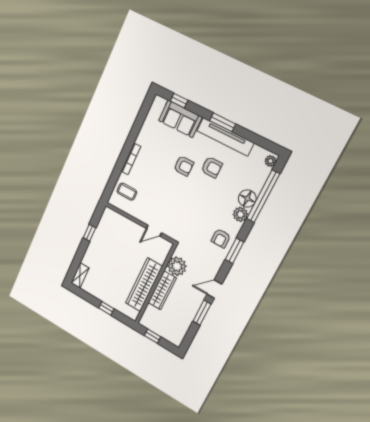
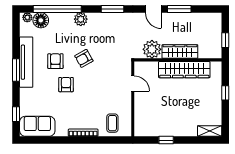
sofa: (180, 119) -> (37, 126), moved, turned -90
floor lamp: (247, 199) -> (41, 20), moved
armchair: (221, 238) -> (84, 58), moved, turned 151

